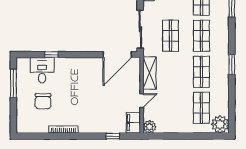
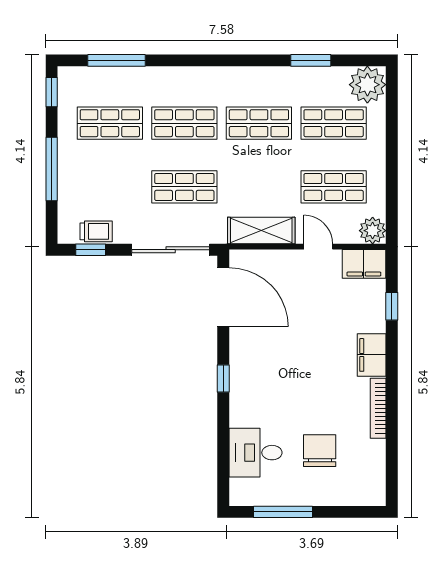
window: (51, 55) -> (223, 378), moved
window: (232, 65) -> (311, 60), moved
chair: (43, 101) -> (320, 451), turned -90
shop shelf: (171, 108) -> (334, 187), added
filing cabinet: (89, 126) -> (372, 355), added

